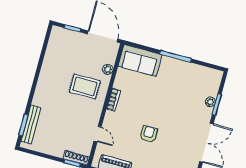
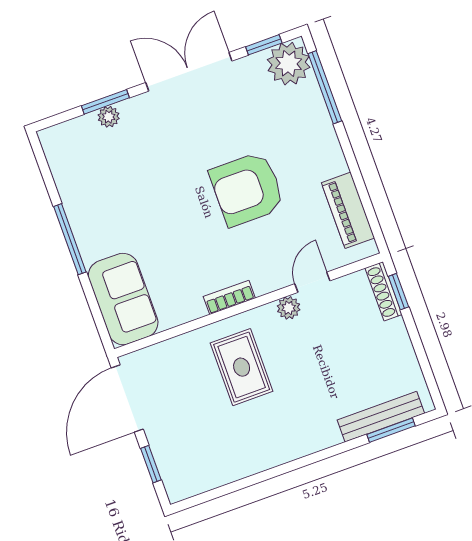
plant: (108, 69) -> (289, 308), moved
armchair: (149, 134) -> (247, 189), width x1.88, depth x1.88

